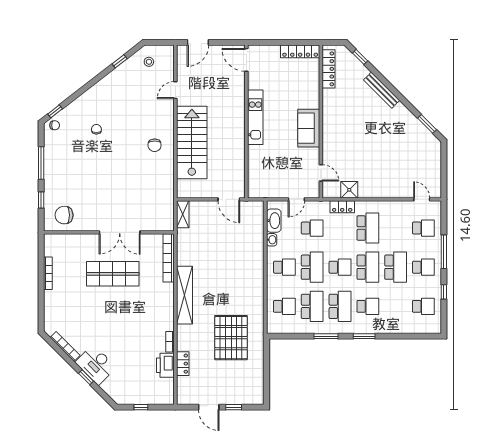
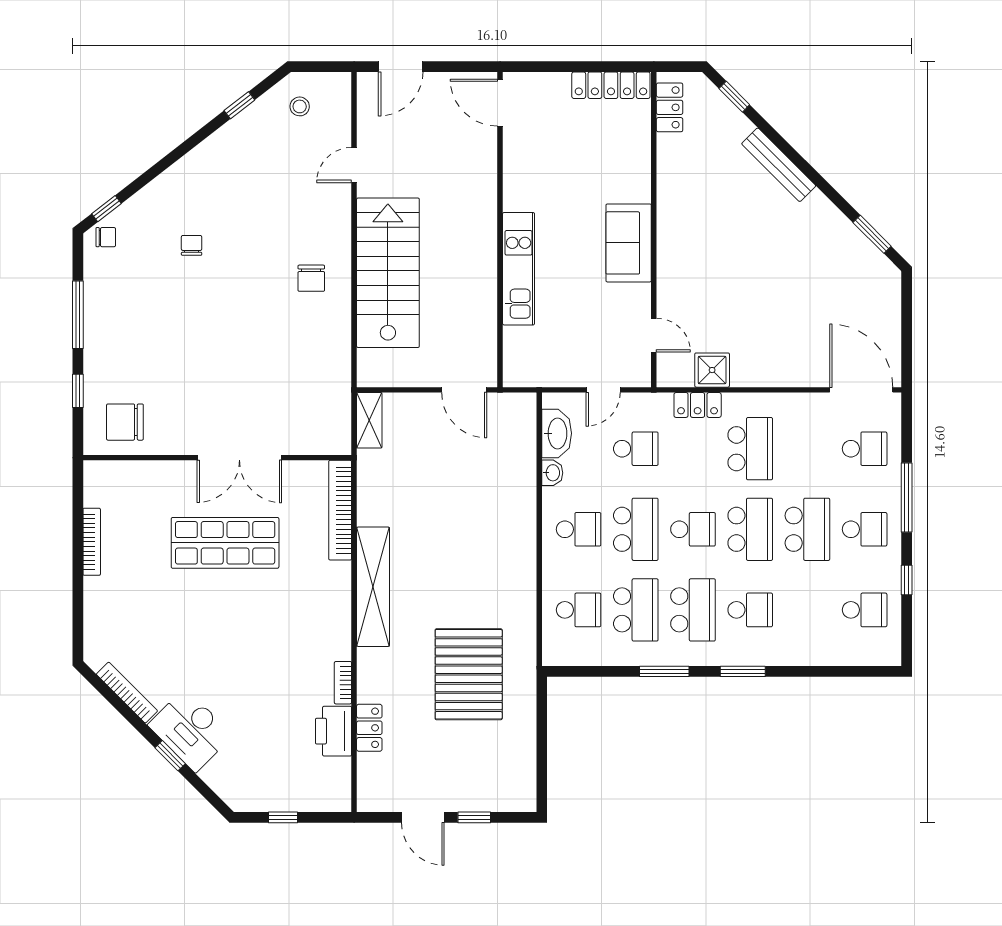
locker: (329, 69) -> (670, 107), width x0.66
kitchen unit: (255, 117) -> (519, 269), moved
door: (422, 199) -> (861, 390), width x1.87

